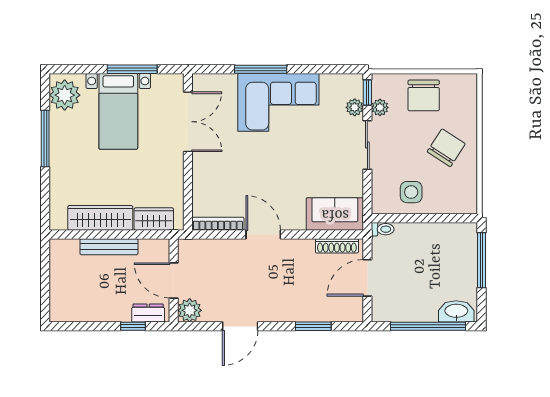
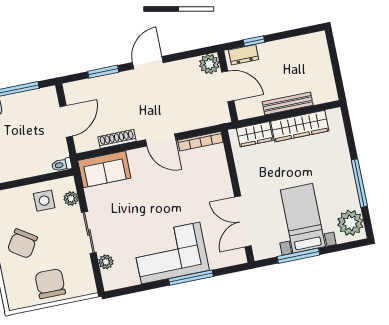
window: (367, 92) -> (98, 276), removed
plant: (380, 107) -> (71, 199), moved
shoe rack: (337, 246) -> (117, 139), moved
door: (240, 326) -> (148, 63), moved

